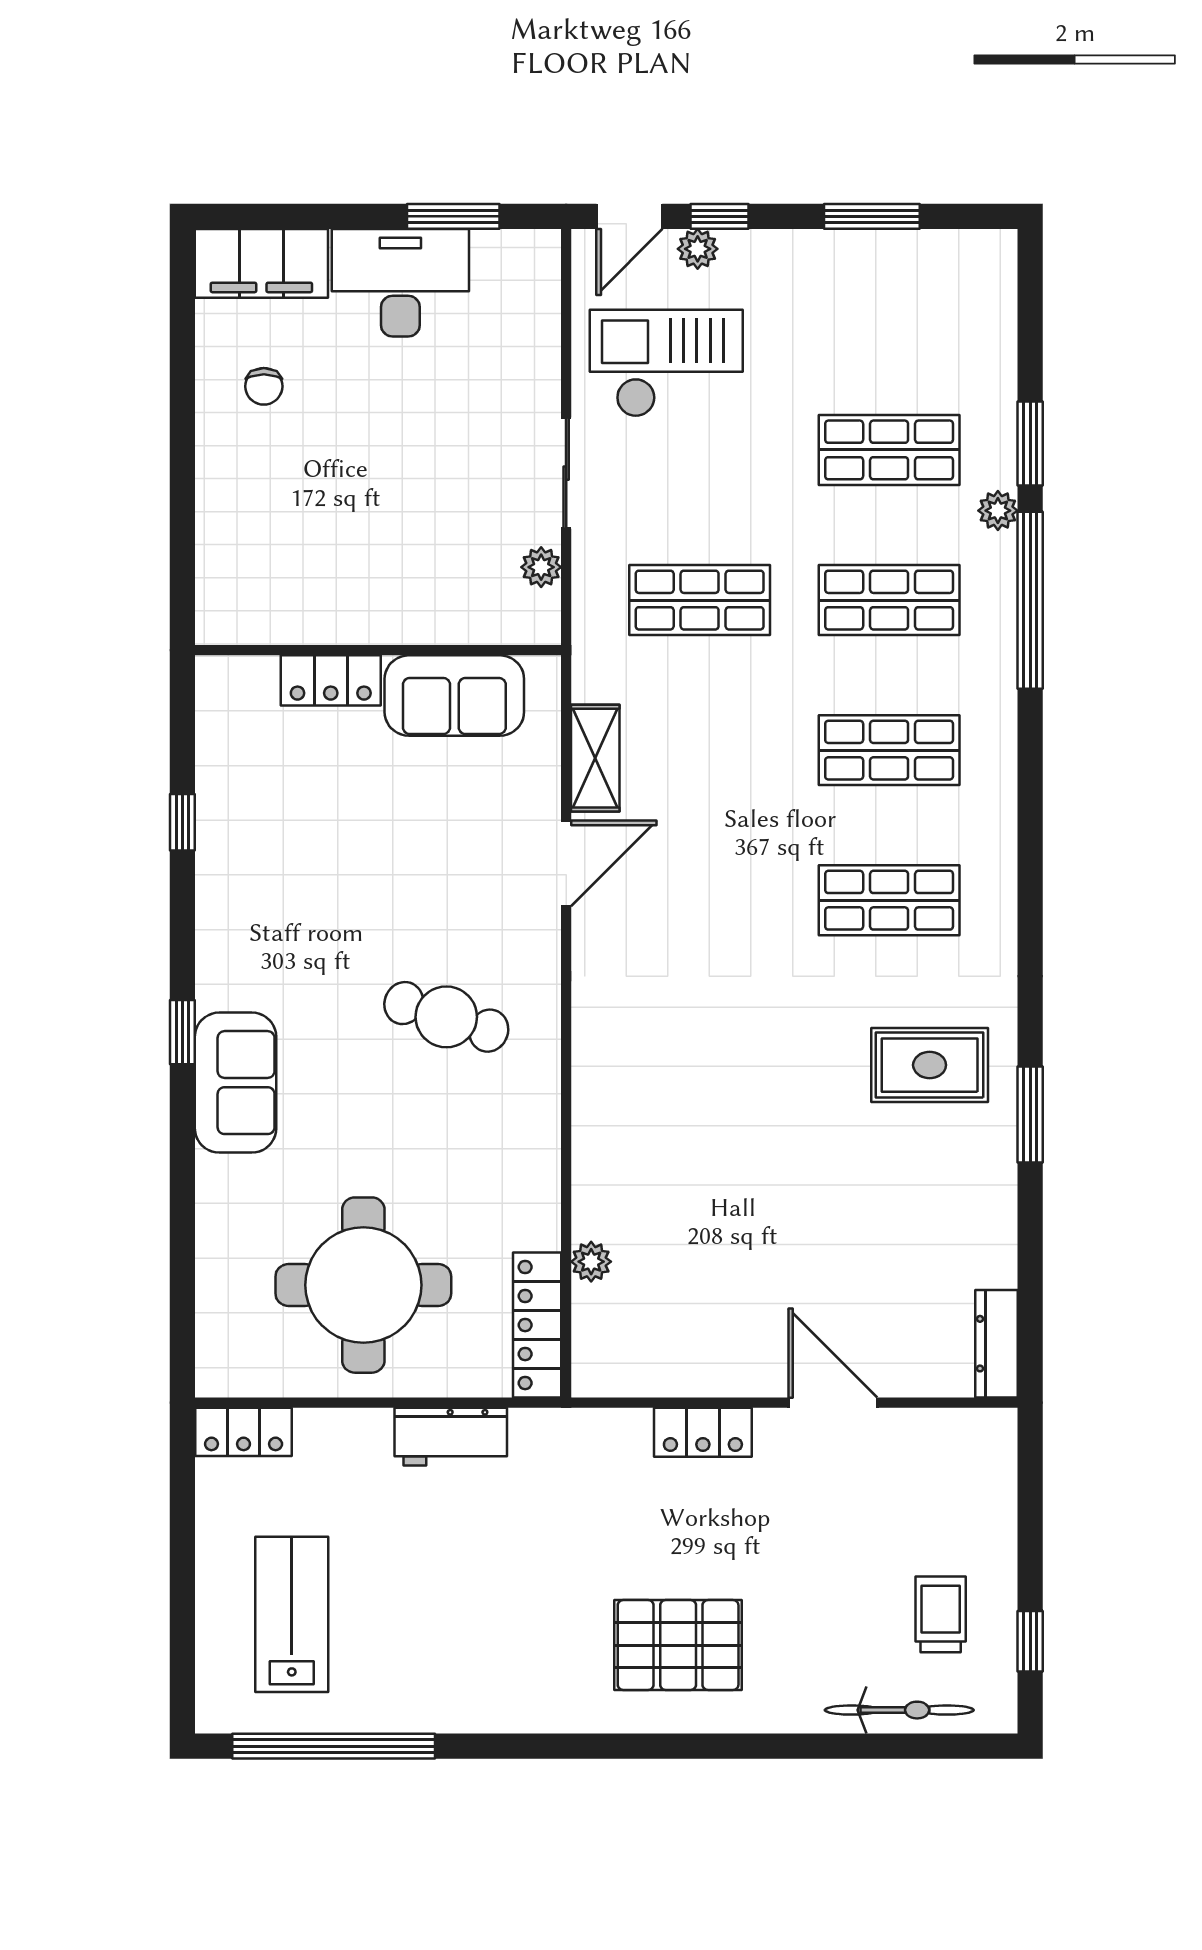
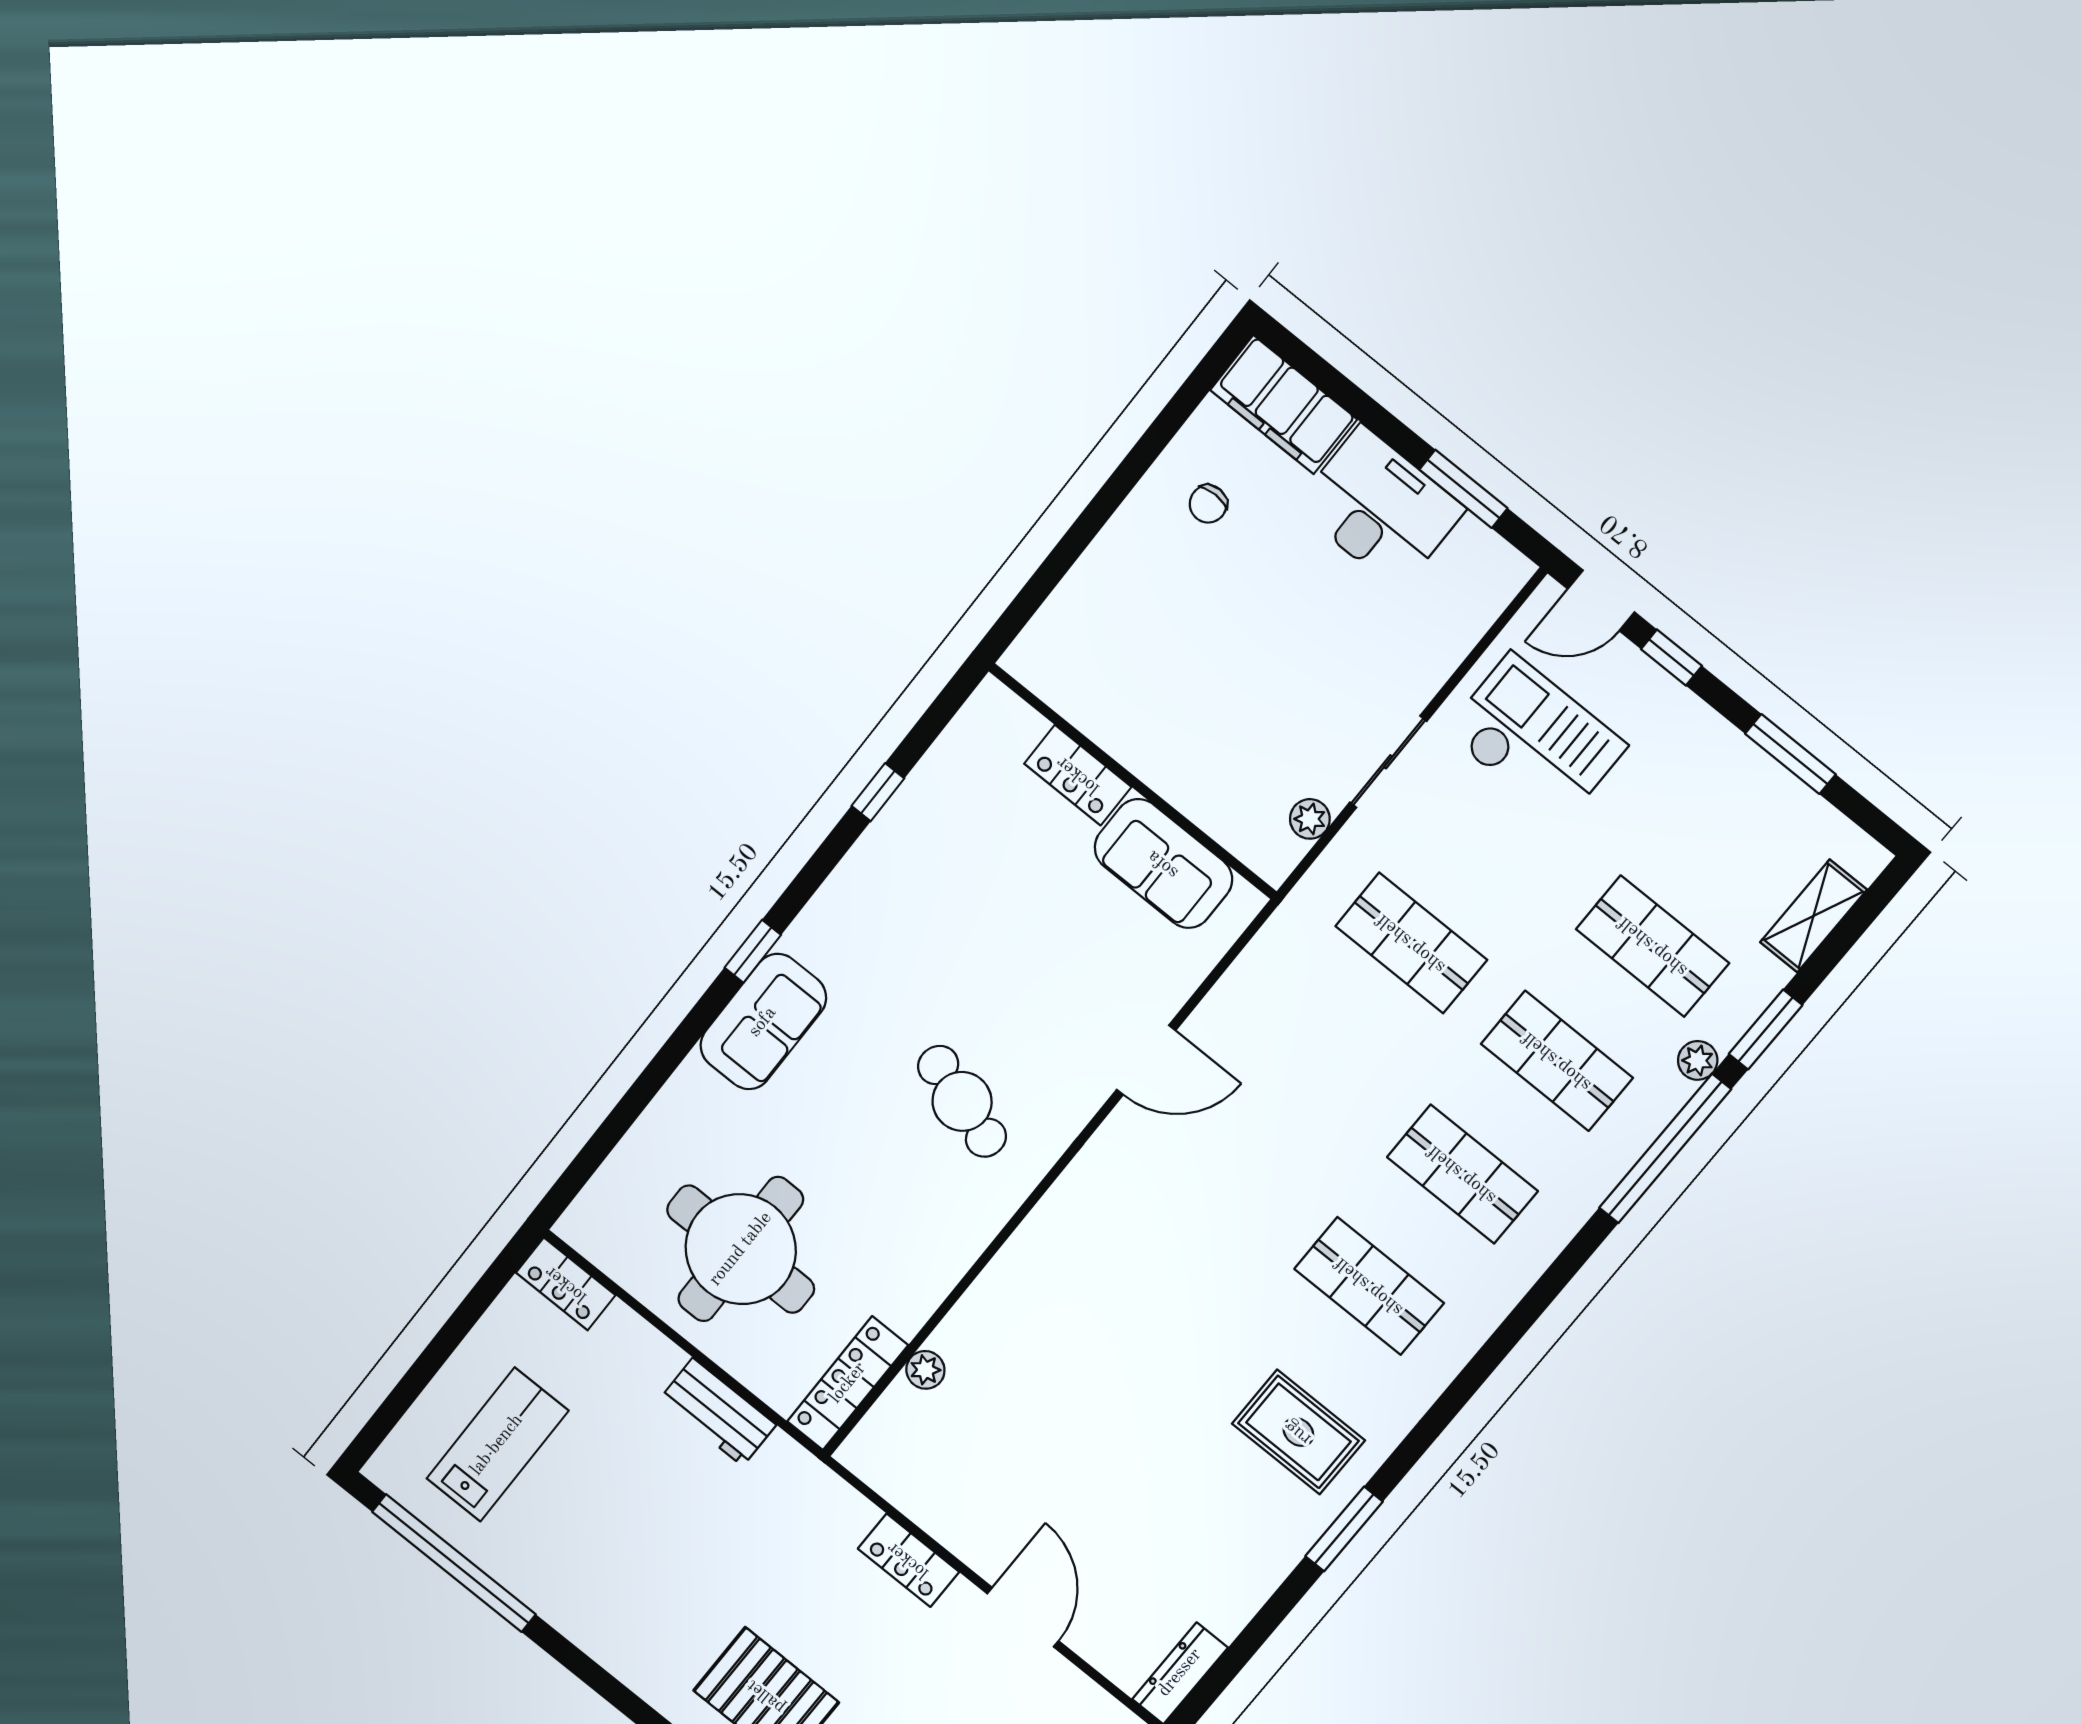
plant: (698, 249) -> (1633, 669), removed
shelving: (595, 758) -> (1814, 916), moved

